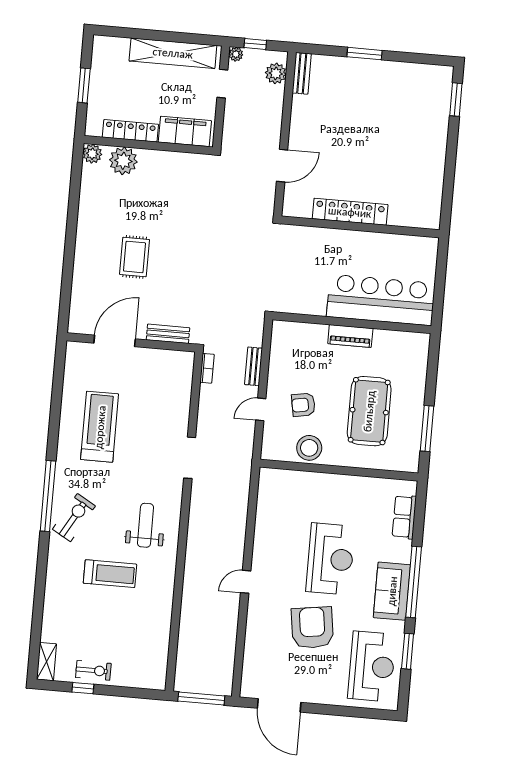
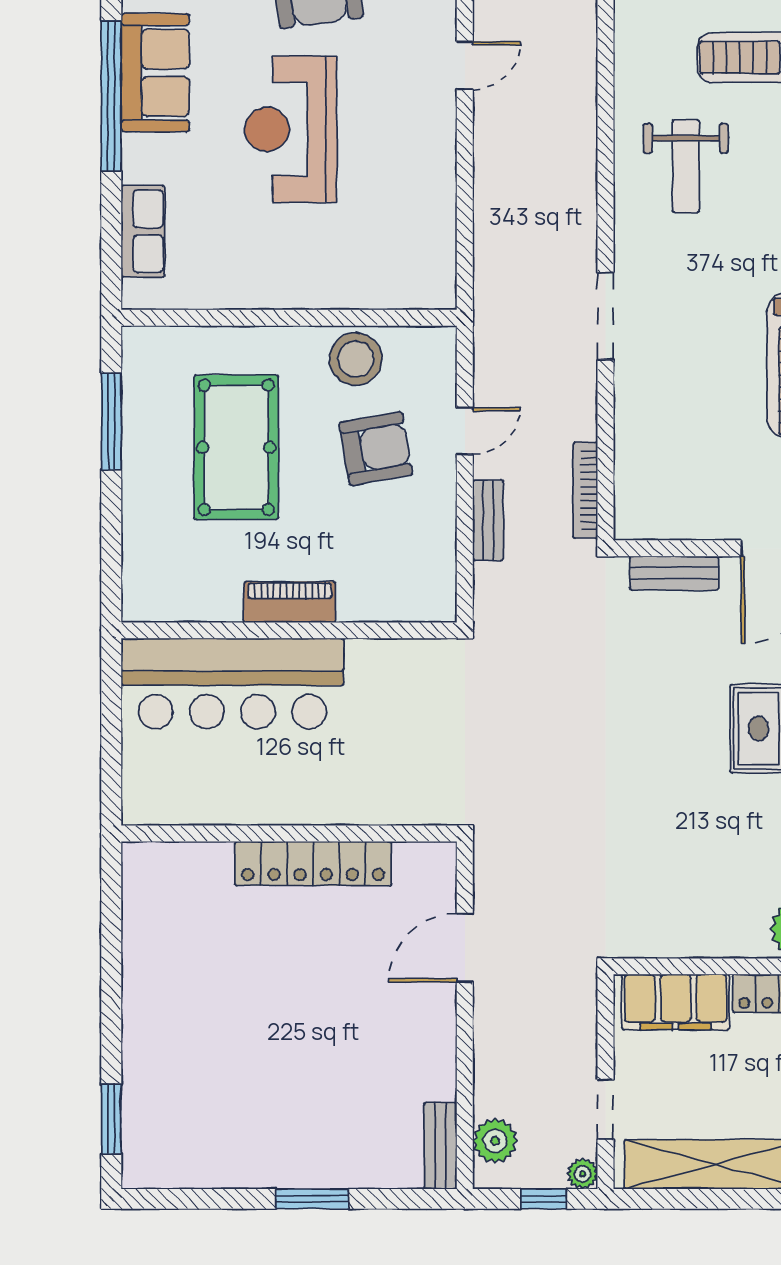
bookcase: (207, 368) -> (585, 490), width x1.56
armchair: (303, 405) -> (376, 449), width x1.38, depth x1.38

